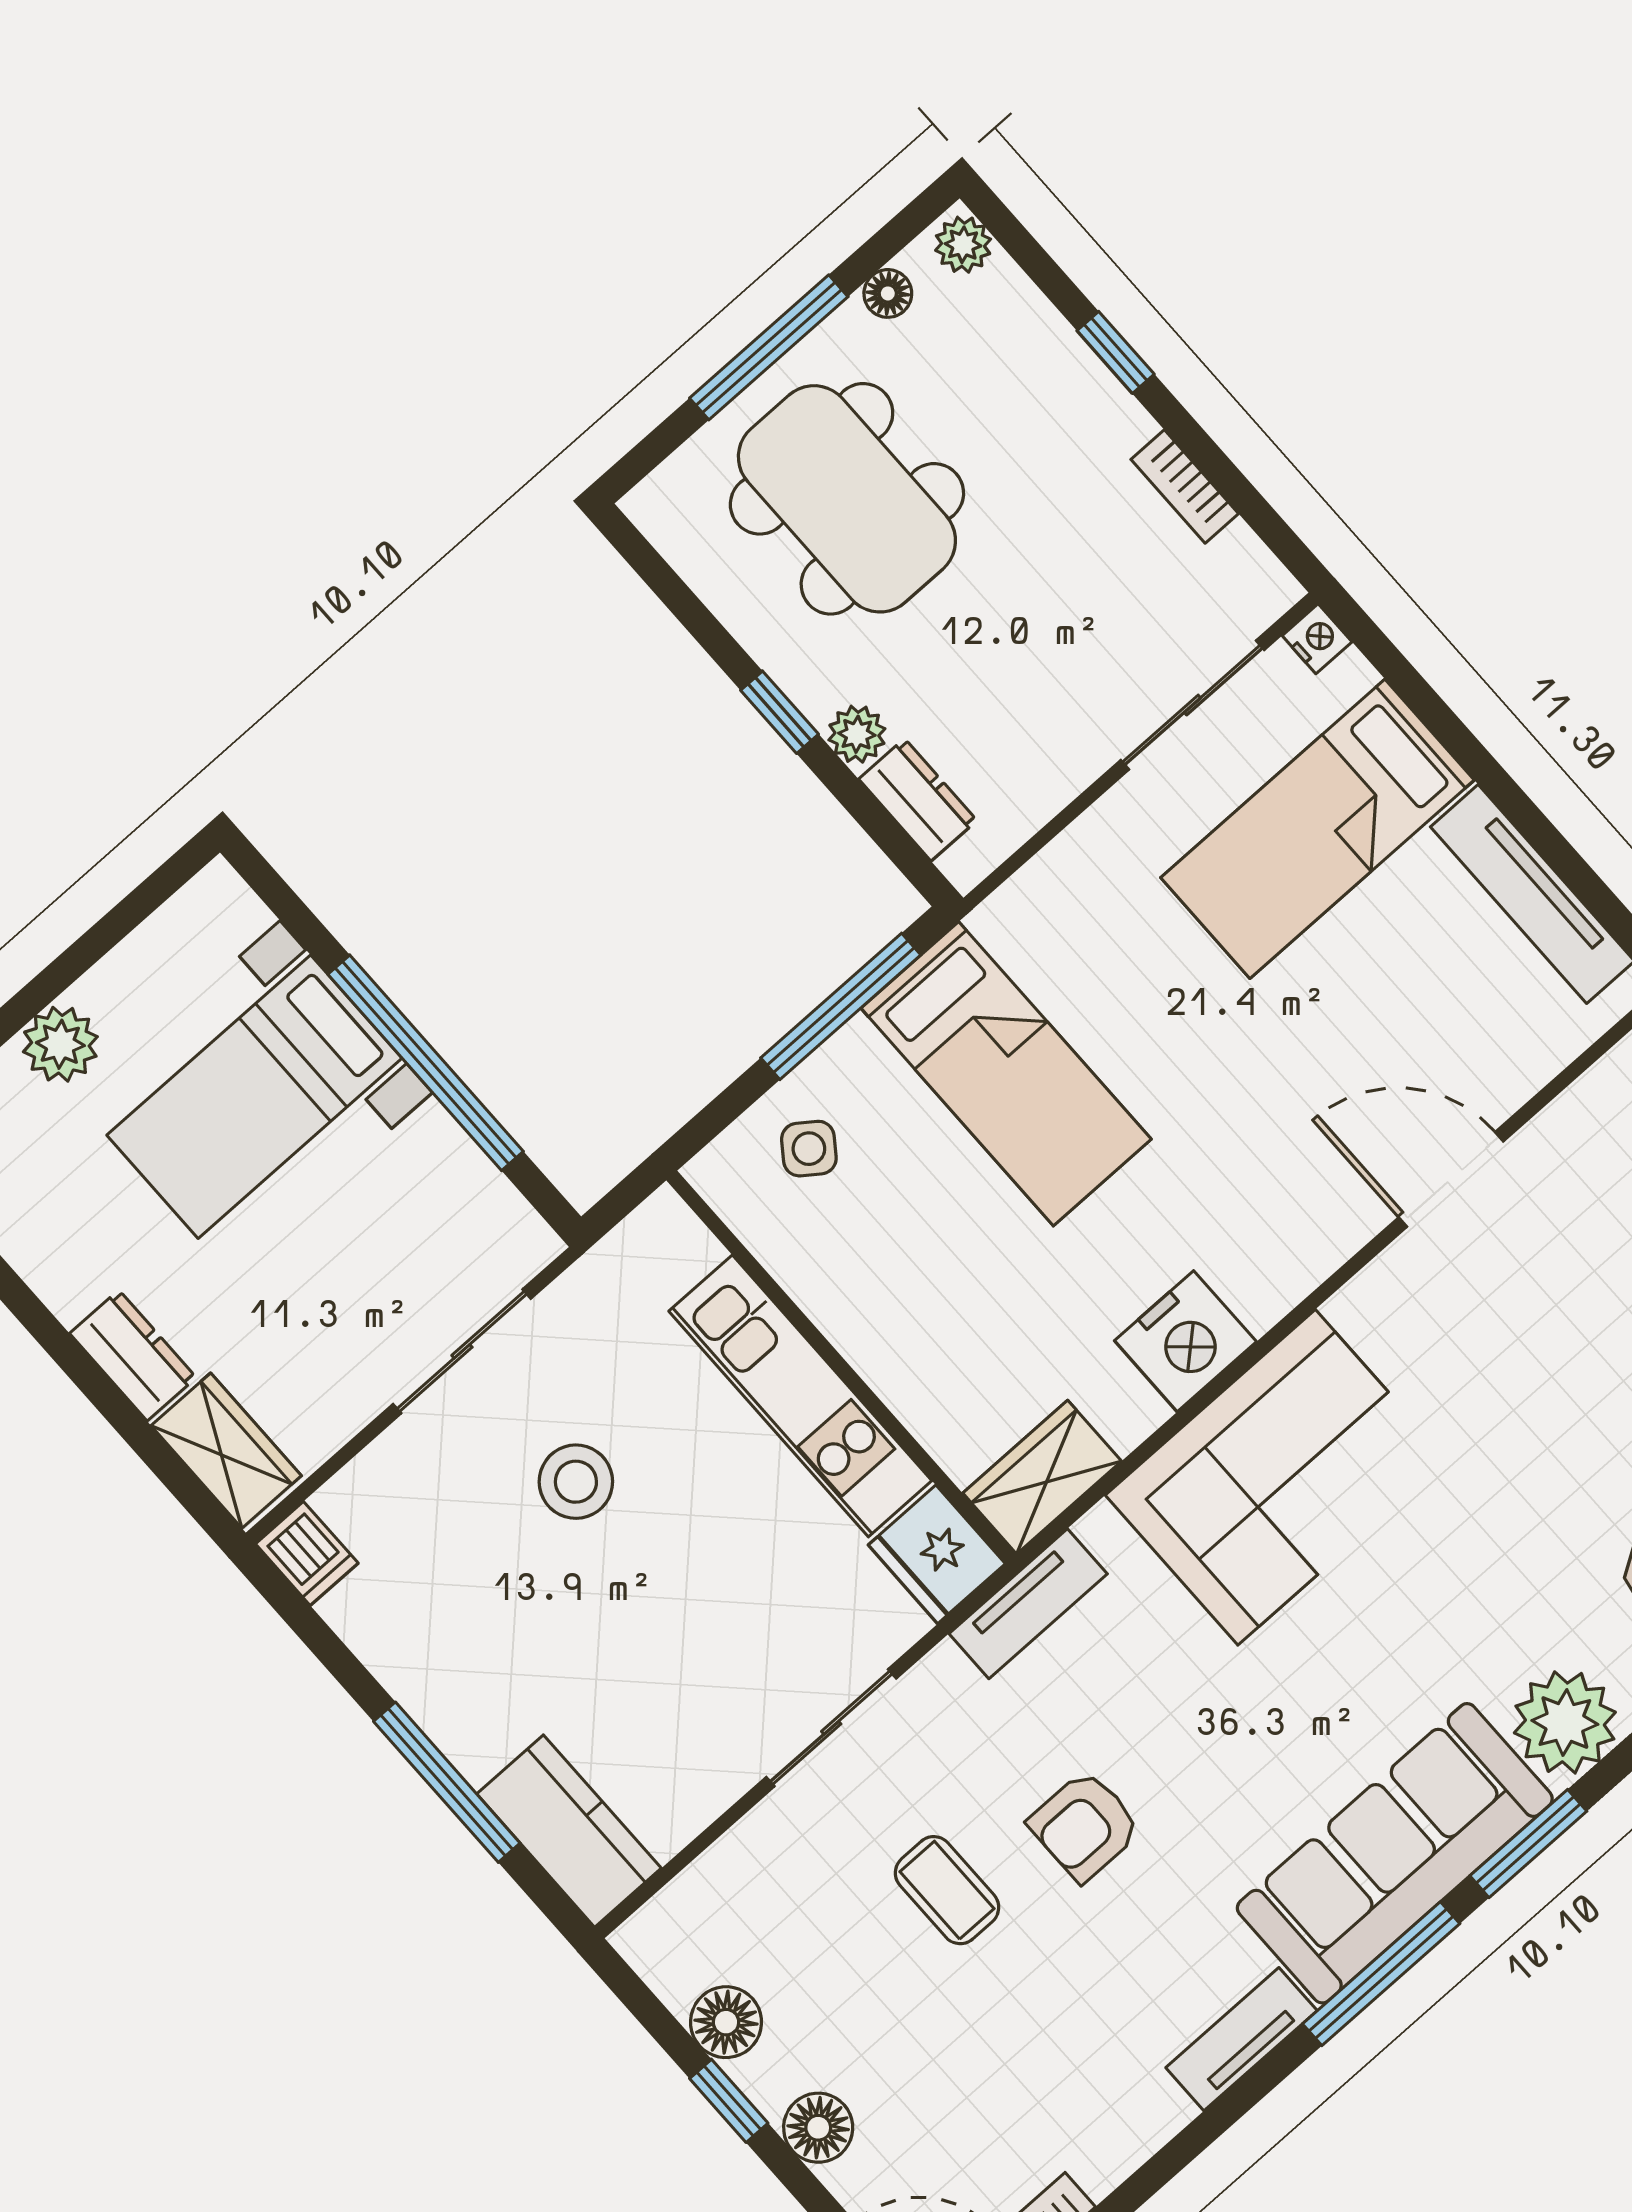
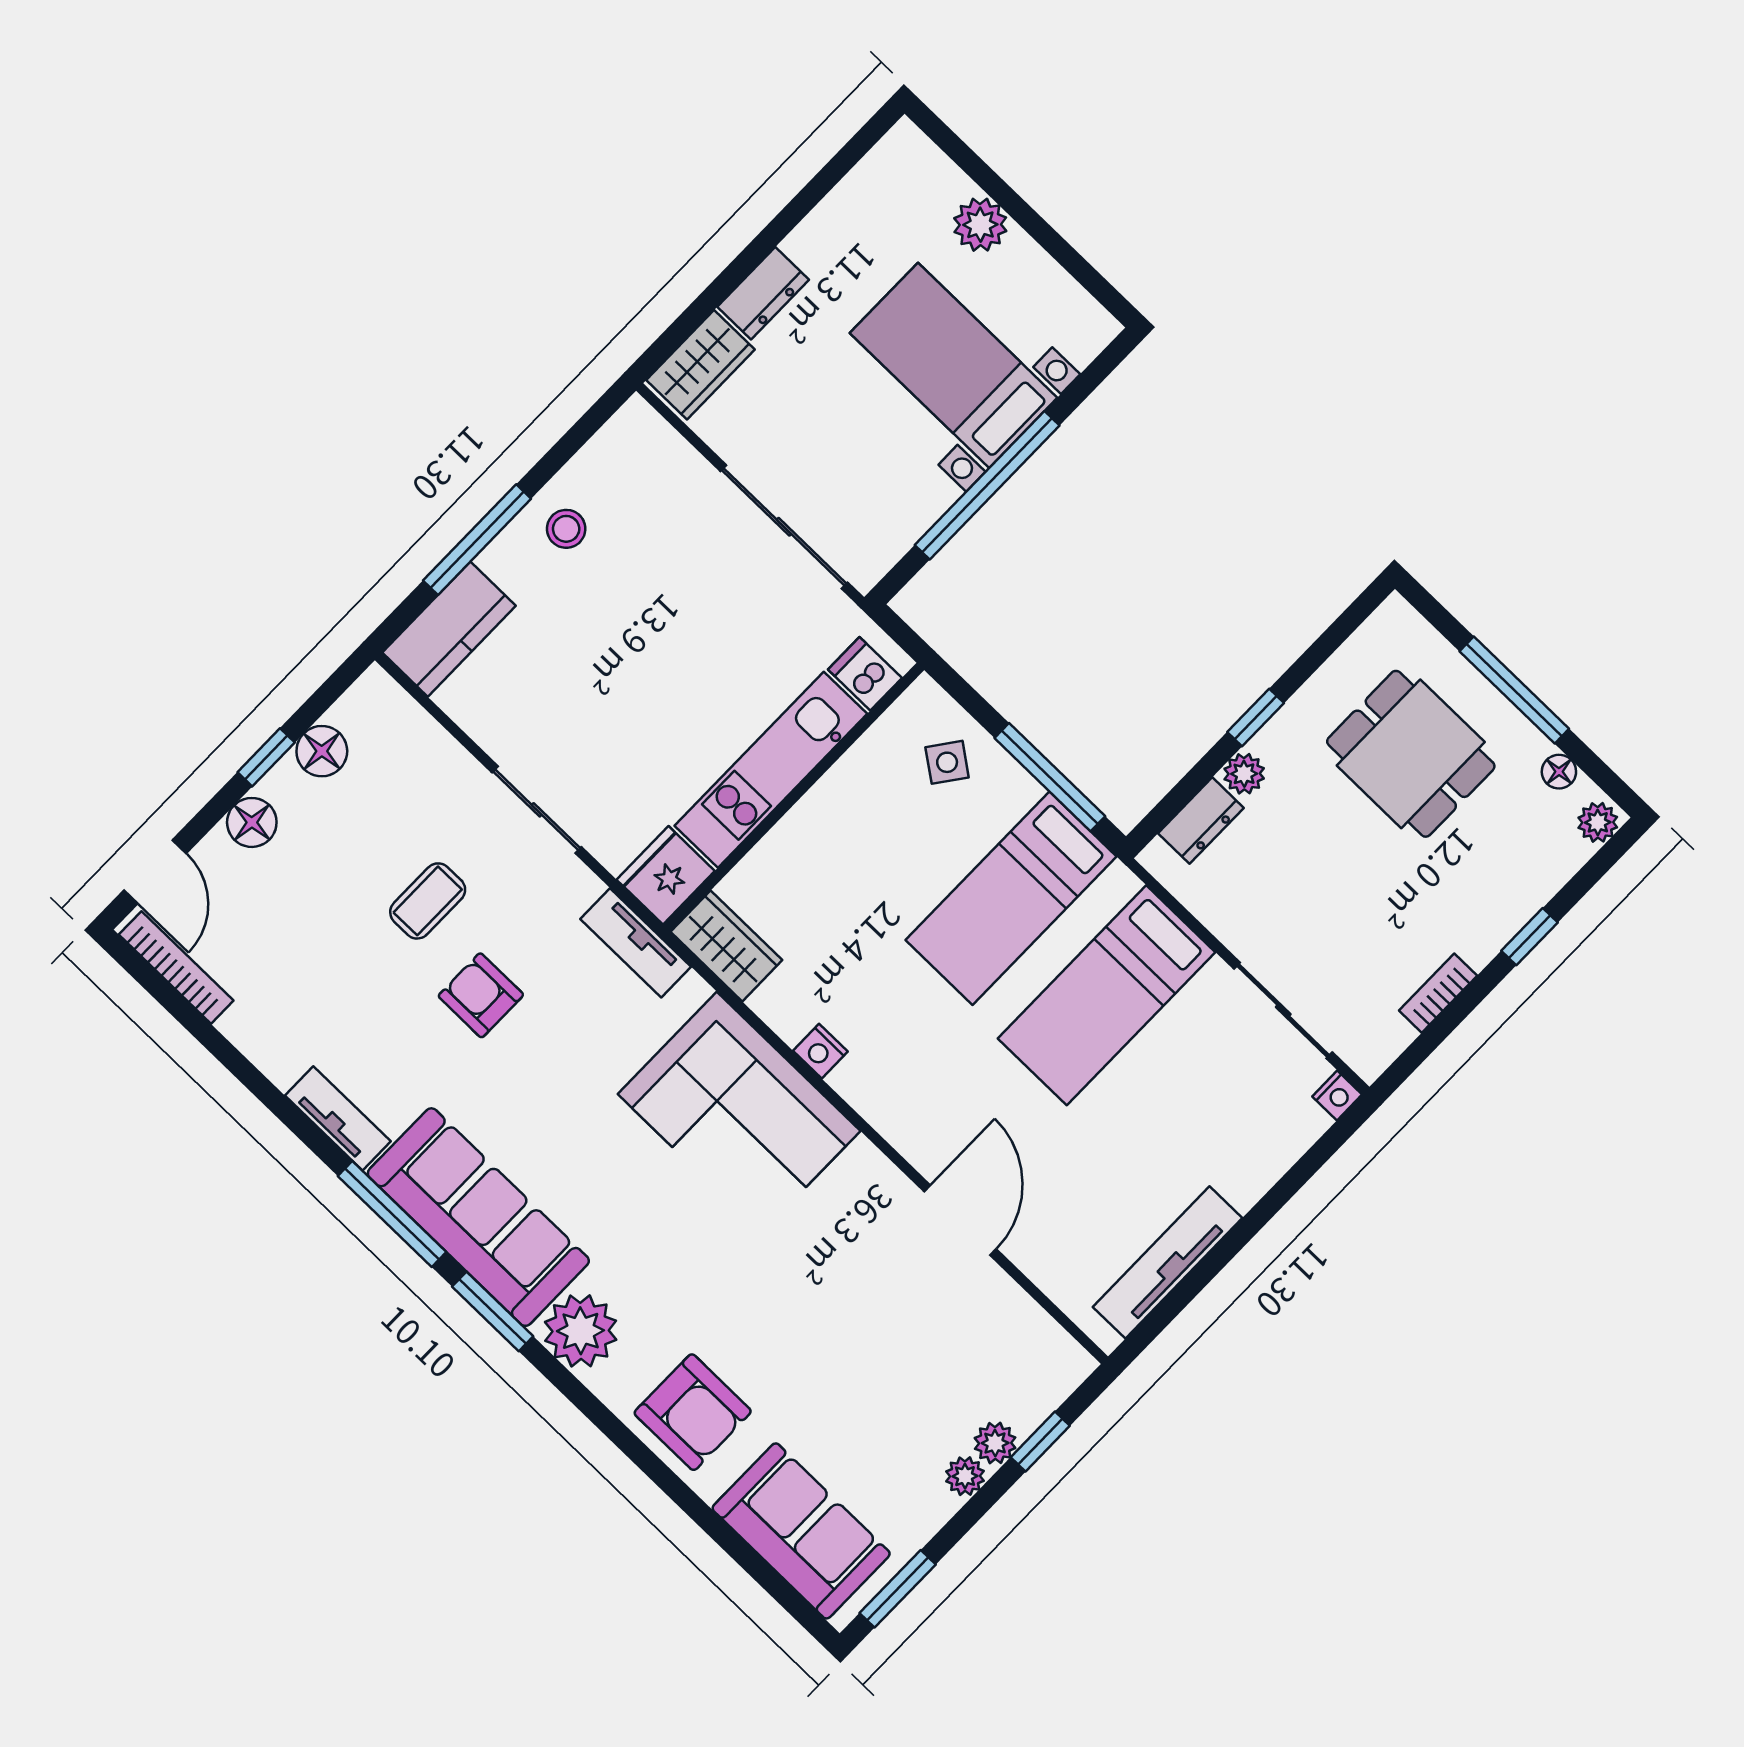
dining table: (847, 499) -> (1411, 754), width x0.73
bed: (1317, 829) -> (1107, 995), moved, turned -90
nightstand: (1185, 1341) -> (820, 1051), width x0.53, depth x0.56
sliding door: (462, 1351) -> (784, 527), width x1.37
stool: (576, 1482) -> (566, 529), moved, width x0.73, depth x0.73
dishwasher: (307, 1553) -> (865, 674), moved, turned 90

